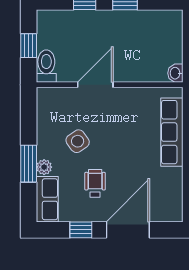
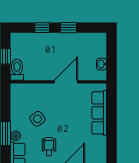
washbasin: (175, 73) -> (102, 64), moved
door: (95, 85) -> (66, 82), moved

